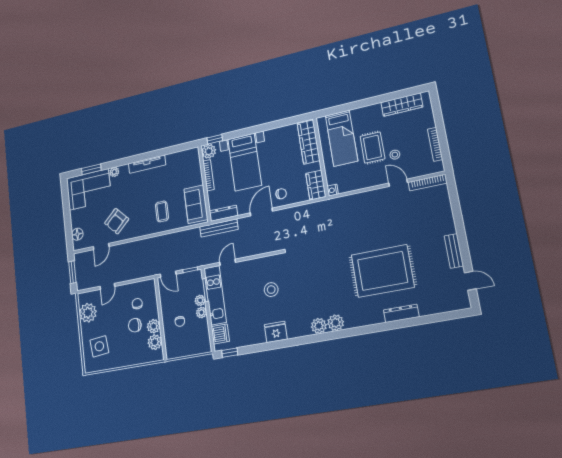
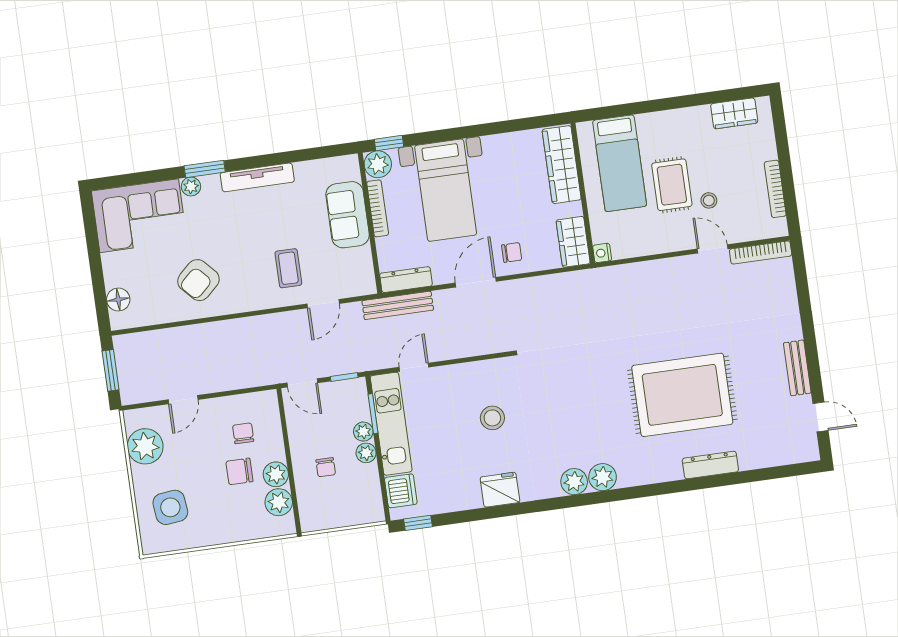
wardrobe: (402, 105) -> (734, 113), width x0.67
window: (91, 169) -> (205, 169), moved
sofa: (196, 204) -> (348, 215), moved
door: (101, 246) -> (323, 304), moved

